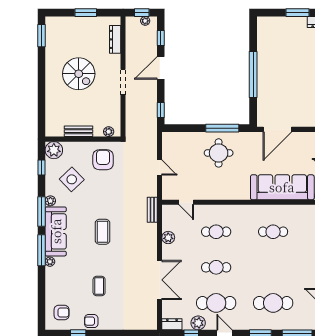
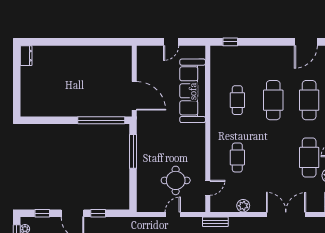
window: (298, 13) -> (17, 76), removed
window: (253, 74) -> (101, 120), moved
window: (161, 110) -> (98, 213), moved
round table: (219, 153) -> (176, 180), moved
cafe table: (216, 267) -> (273, 100), moved, width x1.37, depth x1.35

